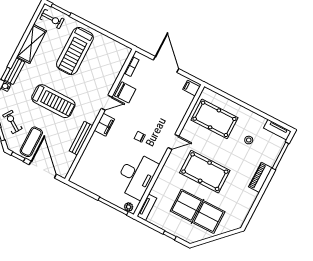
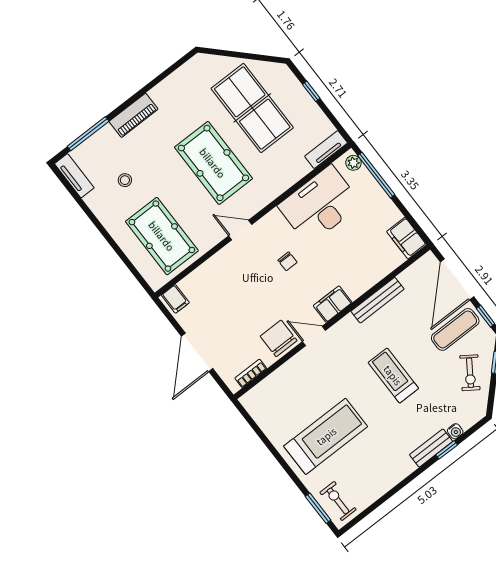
shelving: (32, 44) -> (386, 477), removed
treadmill: (53, 101) -> (393, 375), width x0.73, depth x0.73
filing cabinet: (81, 179) -> (407, 238), added

